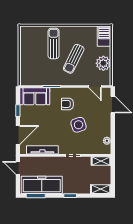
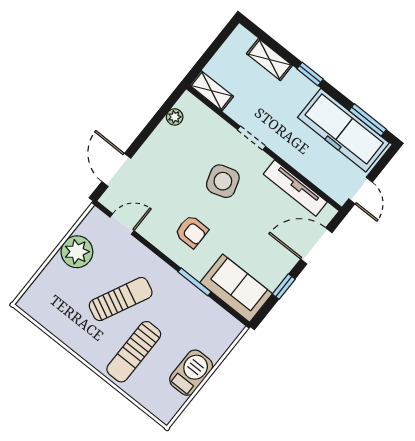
barbecue: (104, 36) -> (191, 373), moved, turned 180
door: (95, 86) -> (122, 224), hinge flipped
side table: (79, 125) -> (223, 181), moved
shelving: (101, 189) -> (269, 60), moved

